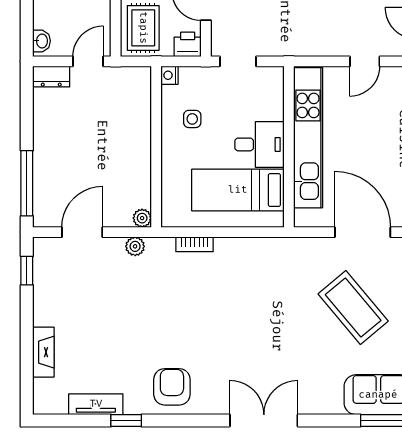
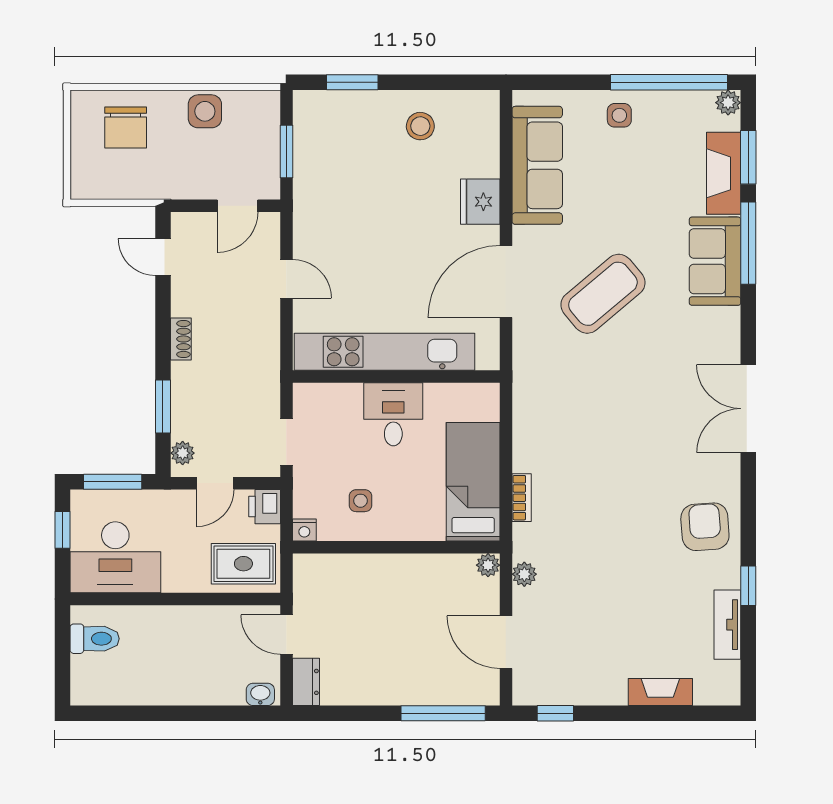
bed: (238, 190) -> (473, 482), moved, turned 180
armchair: (172, 387) -> (705, 527), turned 86

